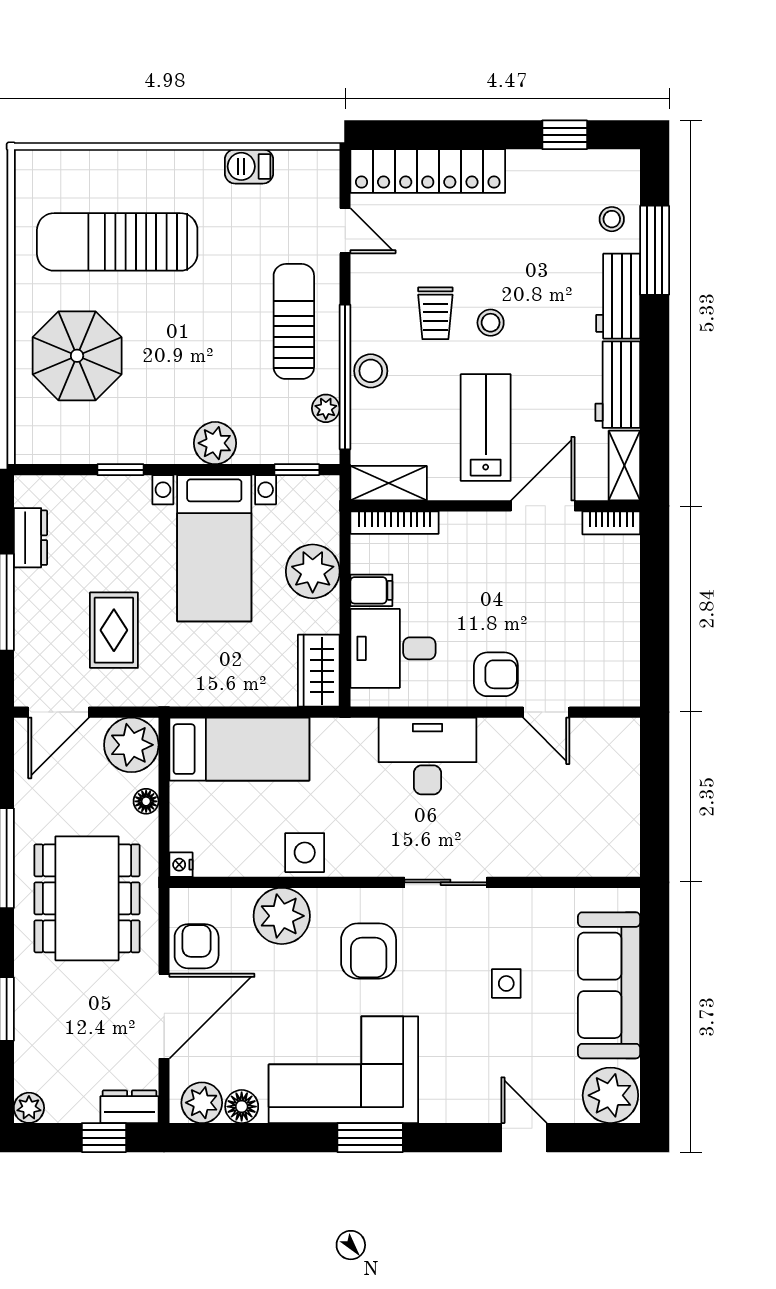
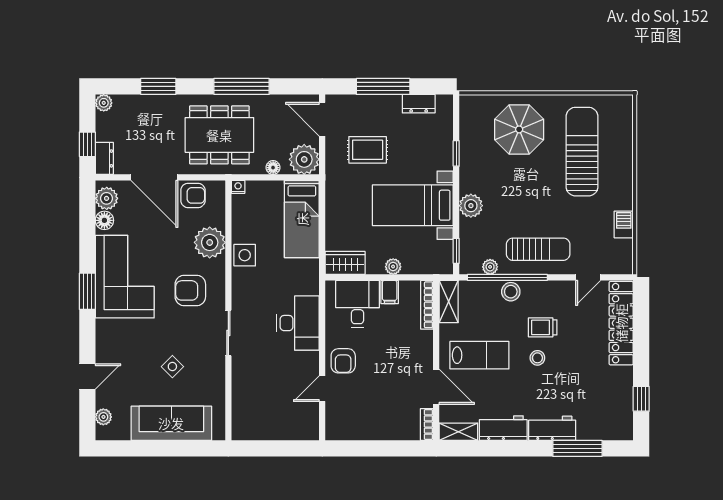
stool: (612, 219) -> (595, 425), removed
plant: (313, 571) -> (393, 267), width x0.53, depth x0.53
side table: (506, 983) -> (172, 367), turned 45
plant: (610, 1095) -> (103, 417), width x0.53, depth x0.53

